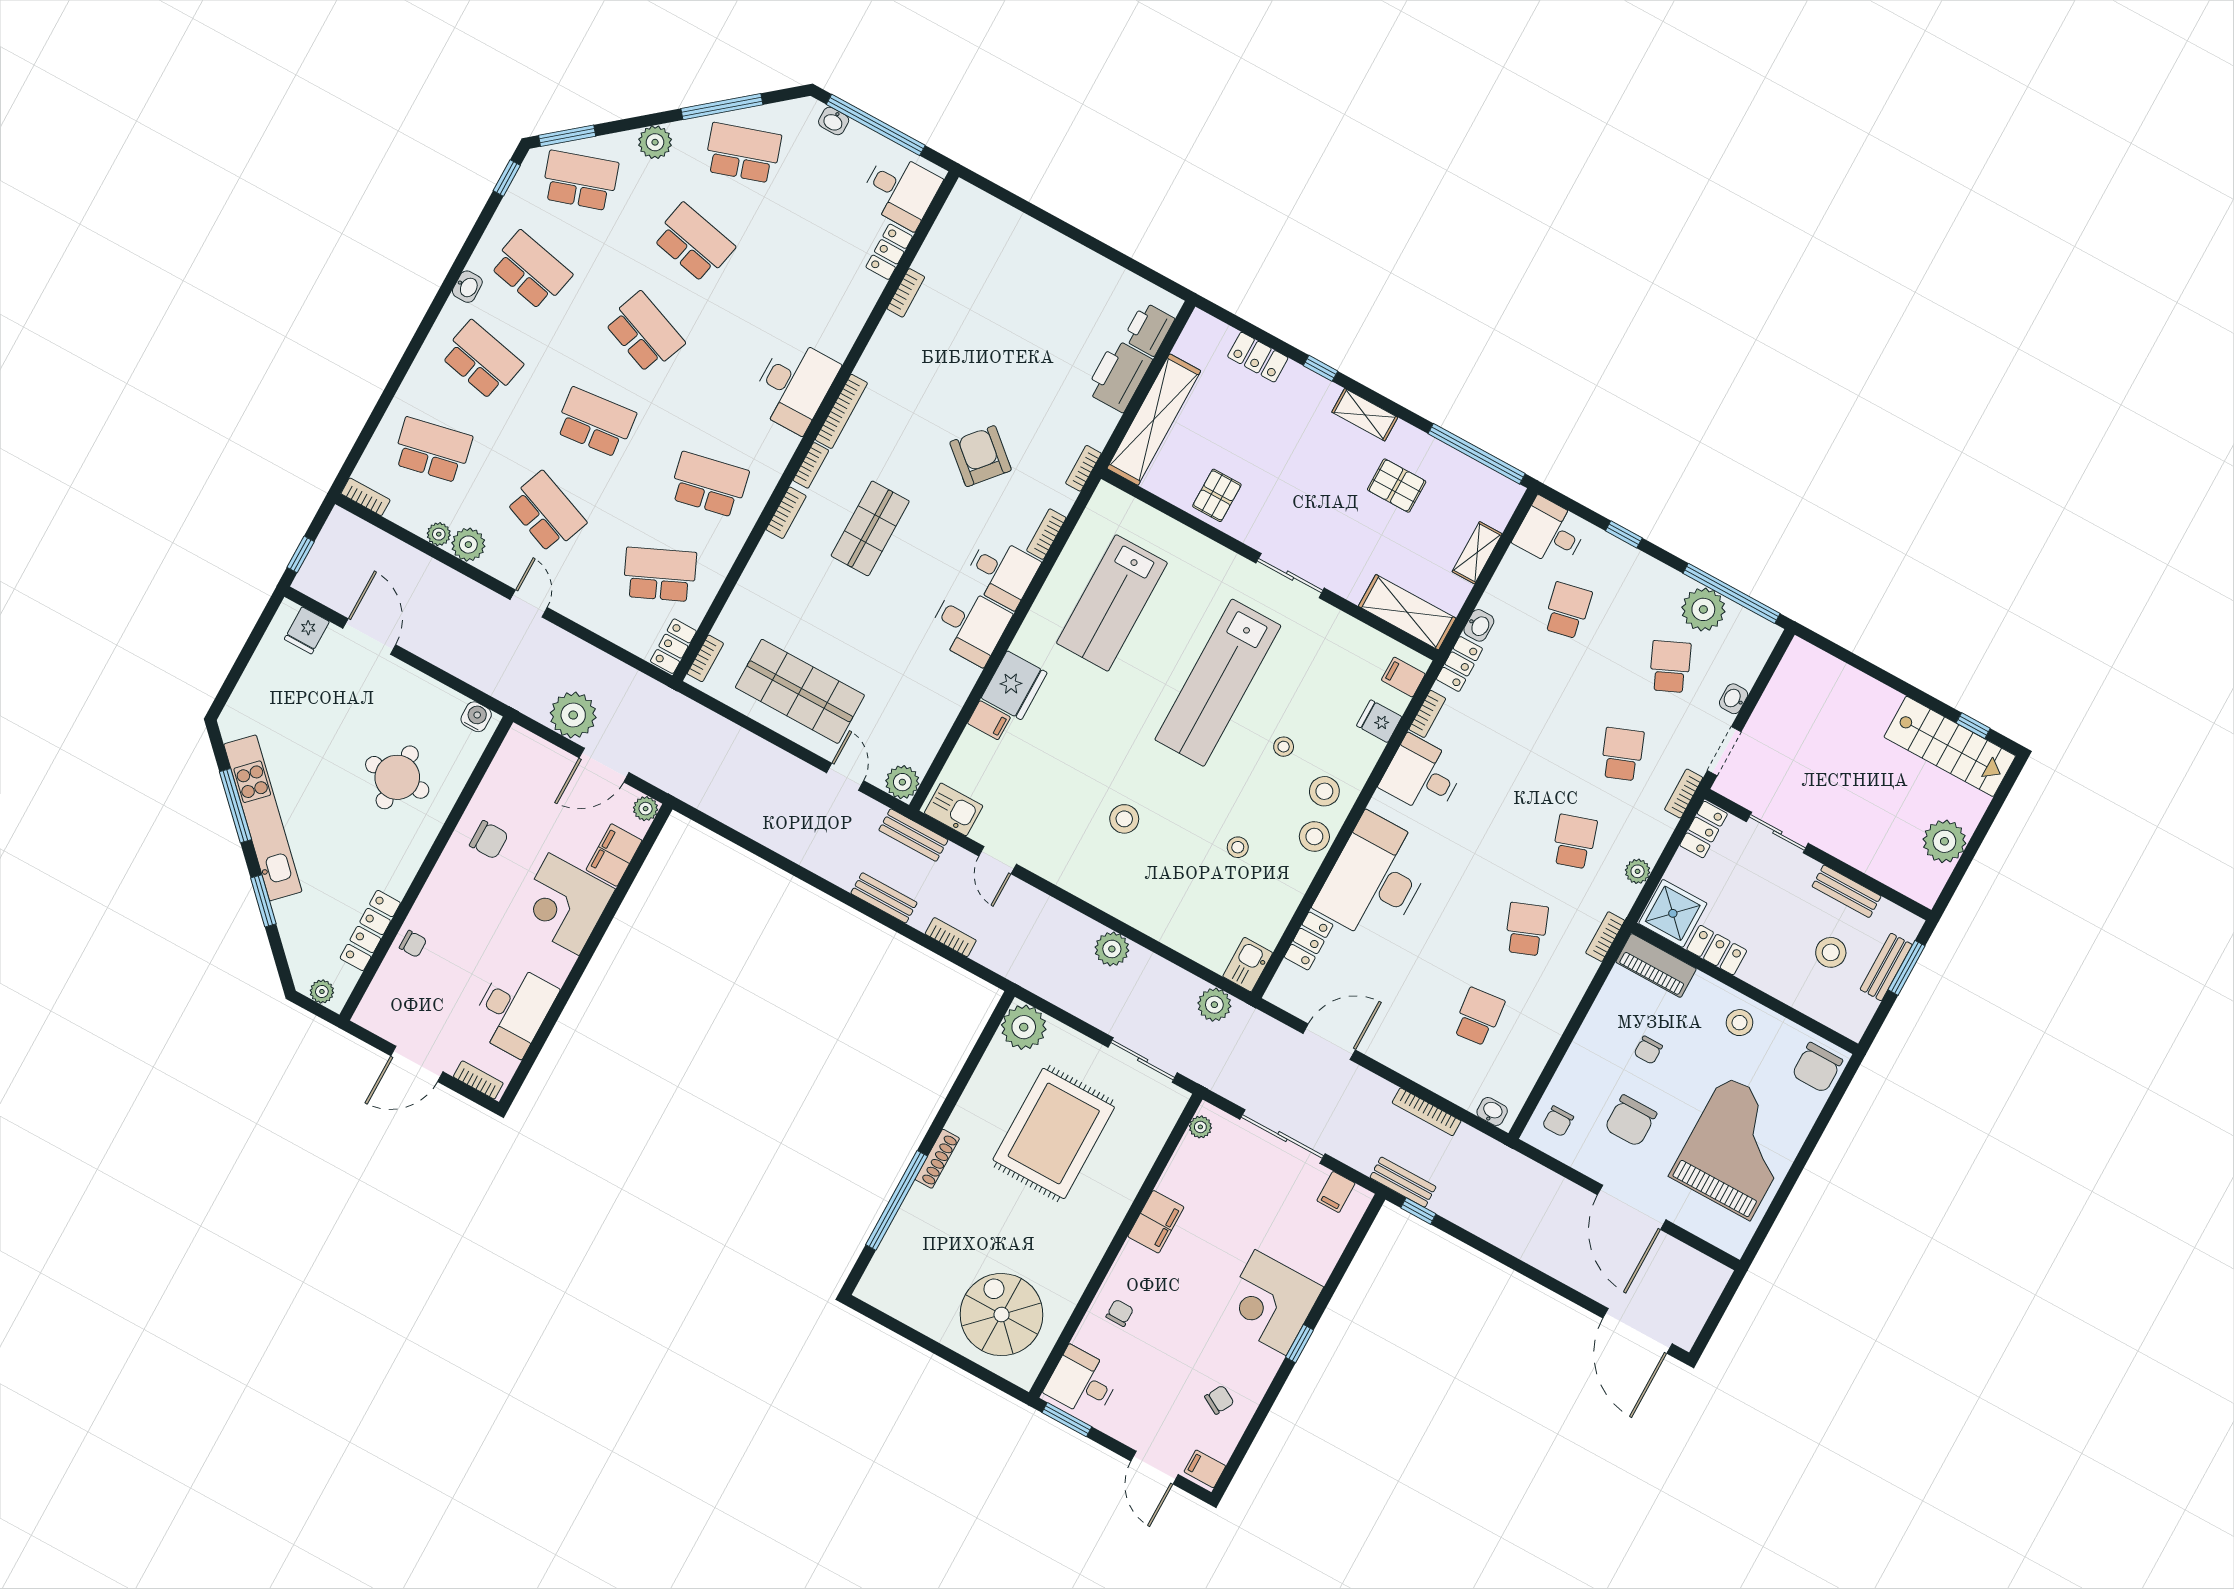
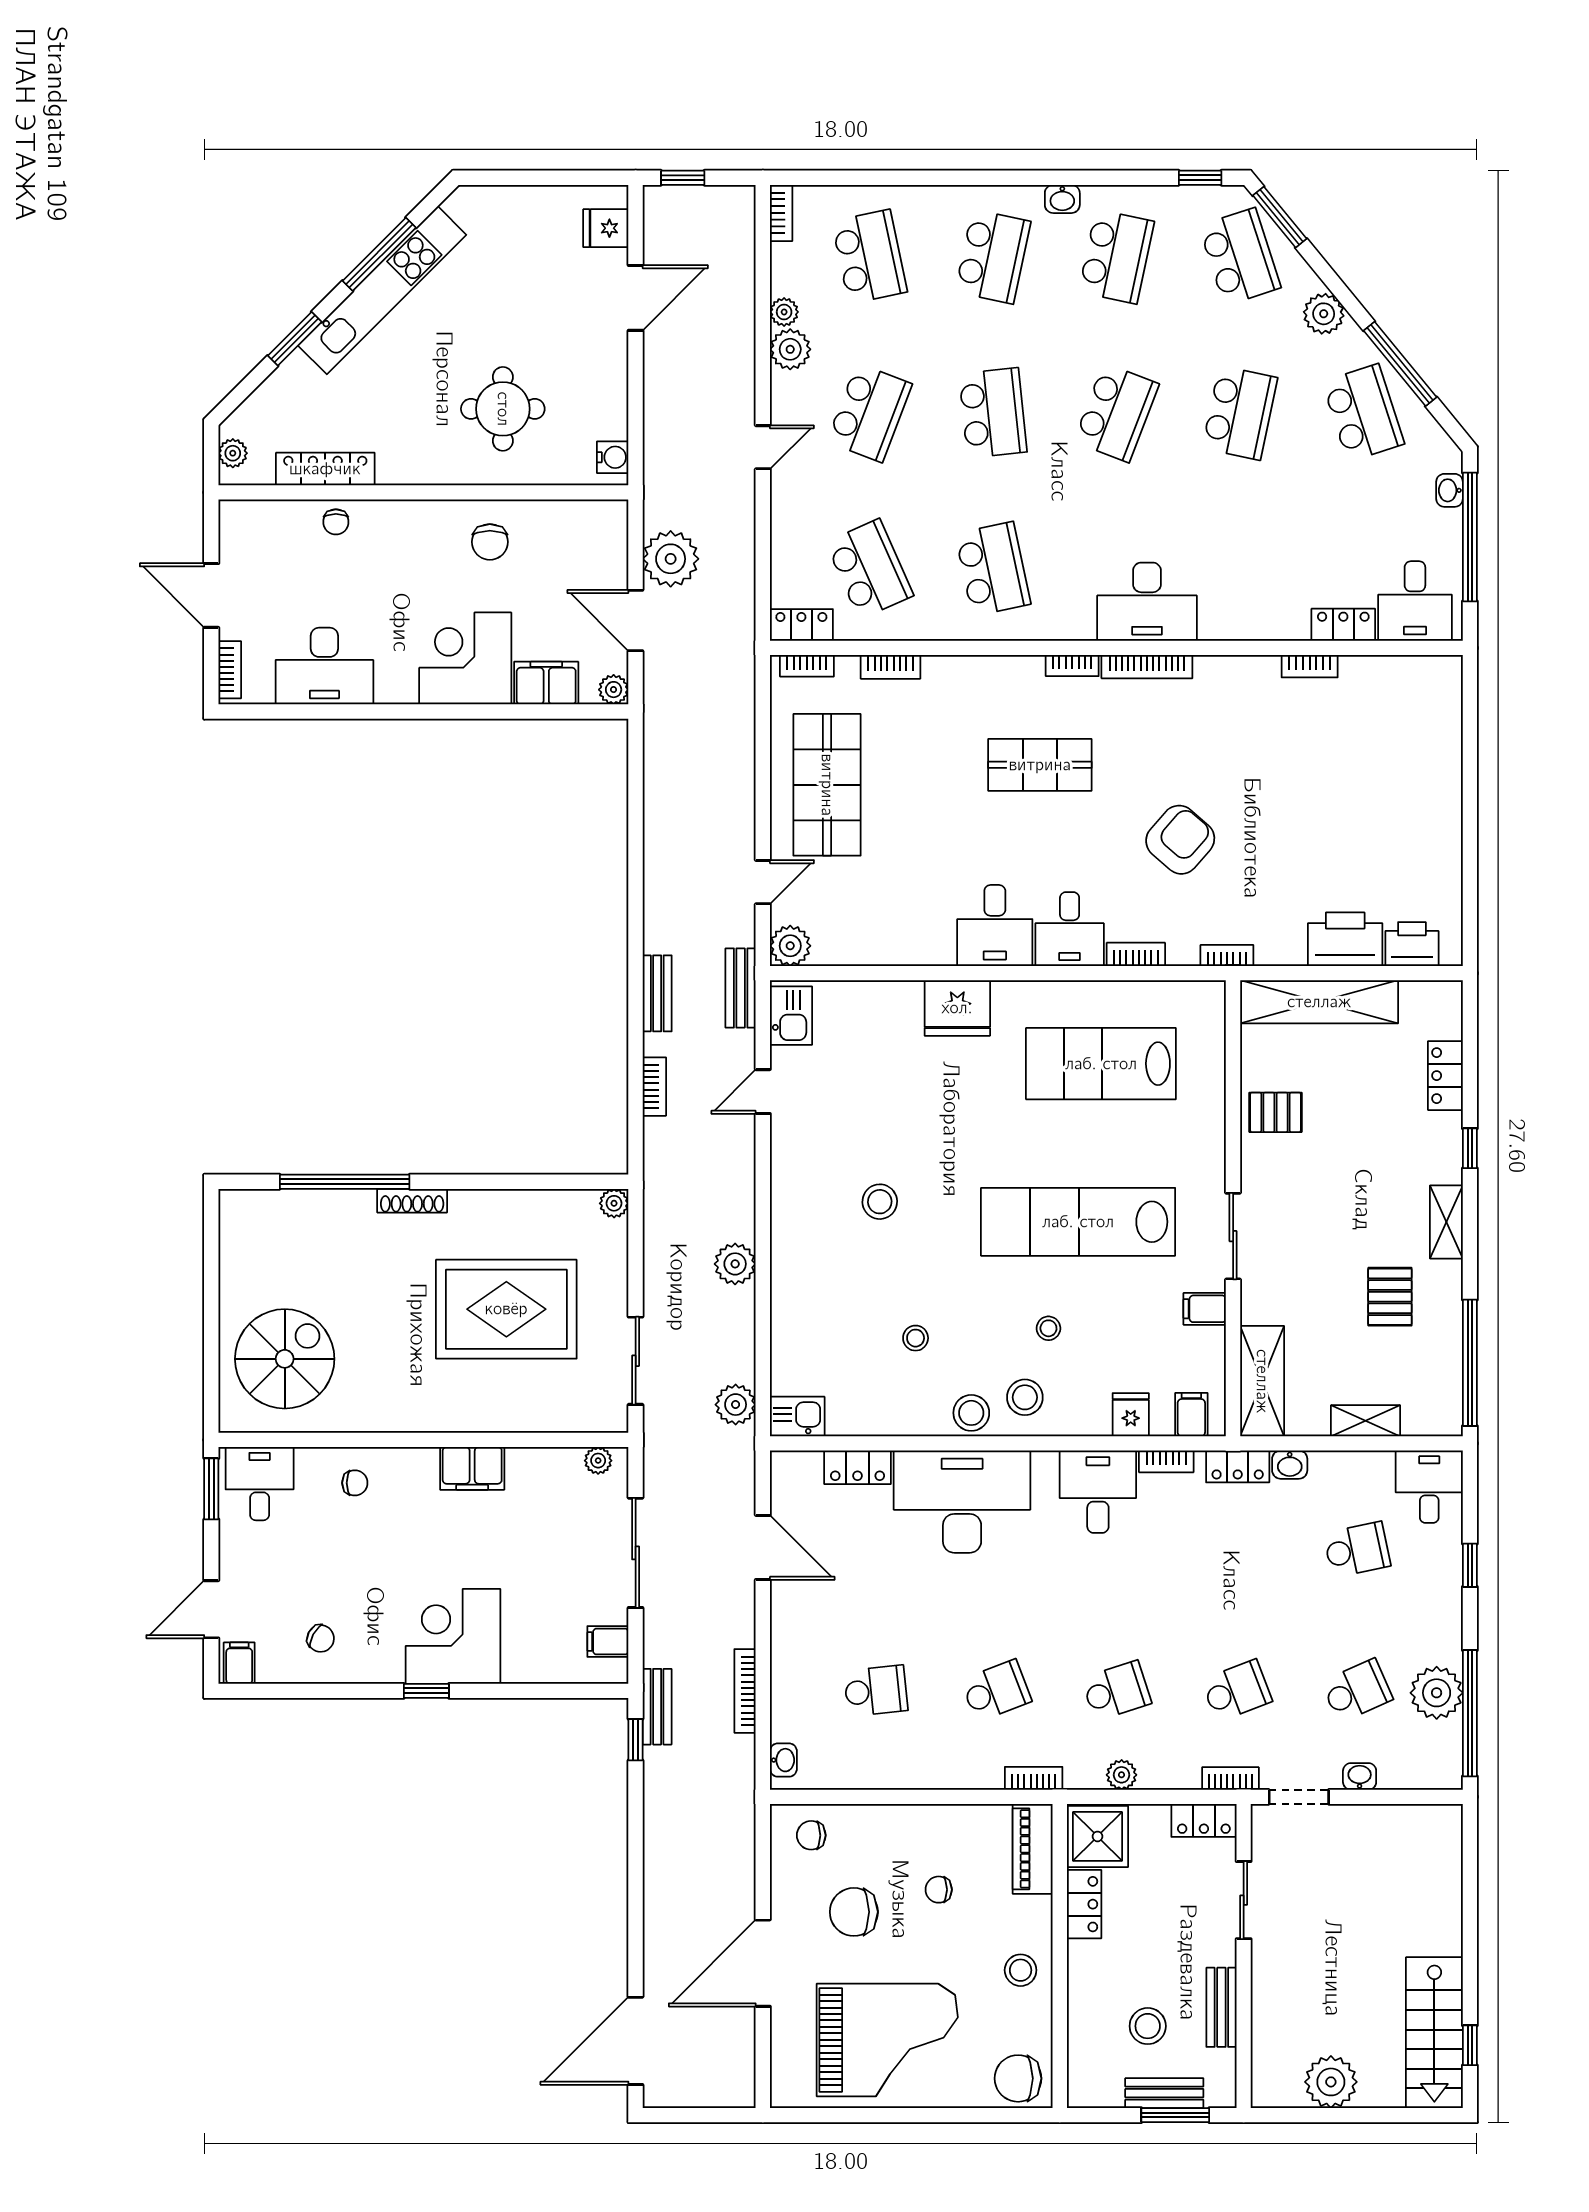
bookcase: (786, 513) -> (890, 667), moved
filing cabinet: (989, 720) -> (1205, 1309), moved, turned 90
plant: (1024, 1027) -> (614, 1203), width x0.53, depth x0.53

